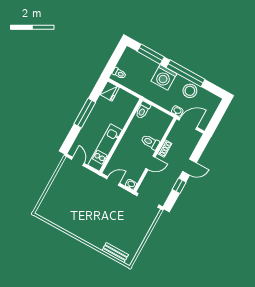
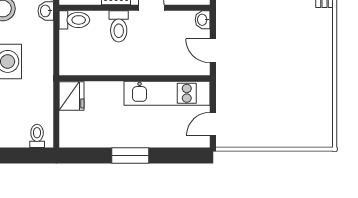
fridge: (110, 91) -> (72, 96), moved, turned 90
toilet: (143, 110) -> (74, 20), moved
window: (85, 113) -> (130, 156), width x0.69

